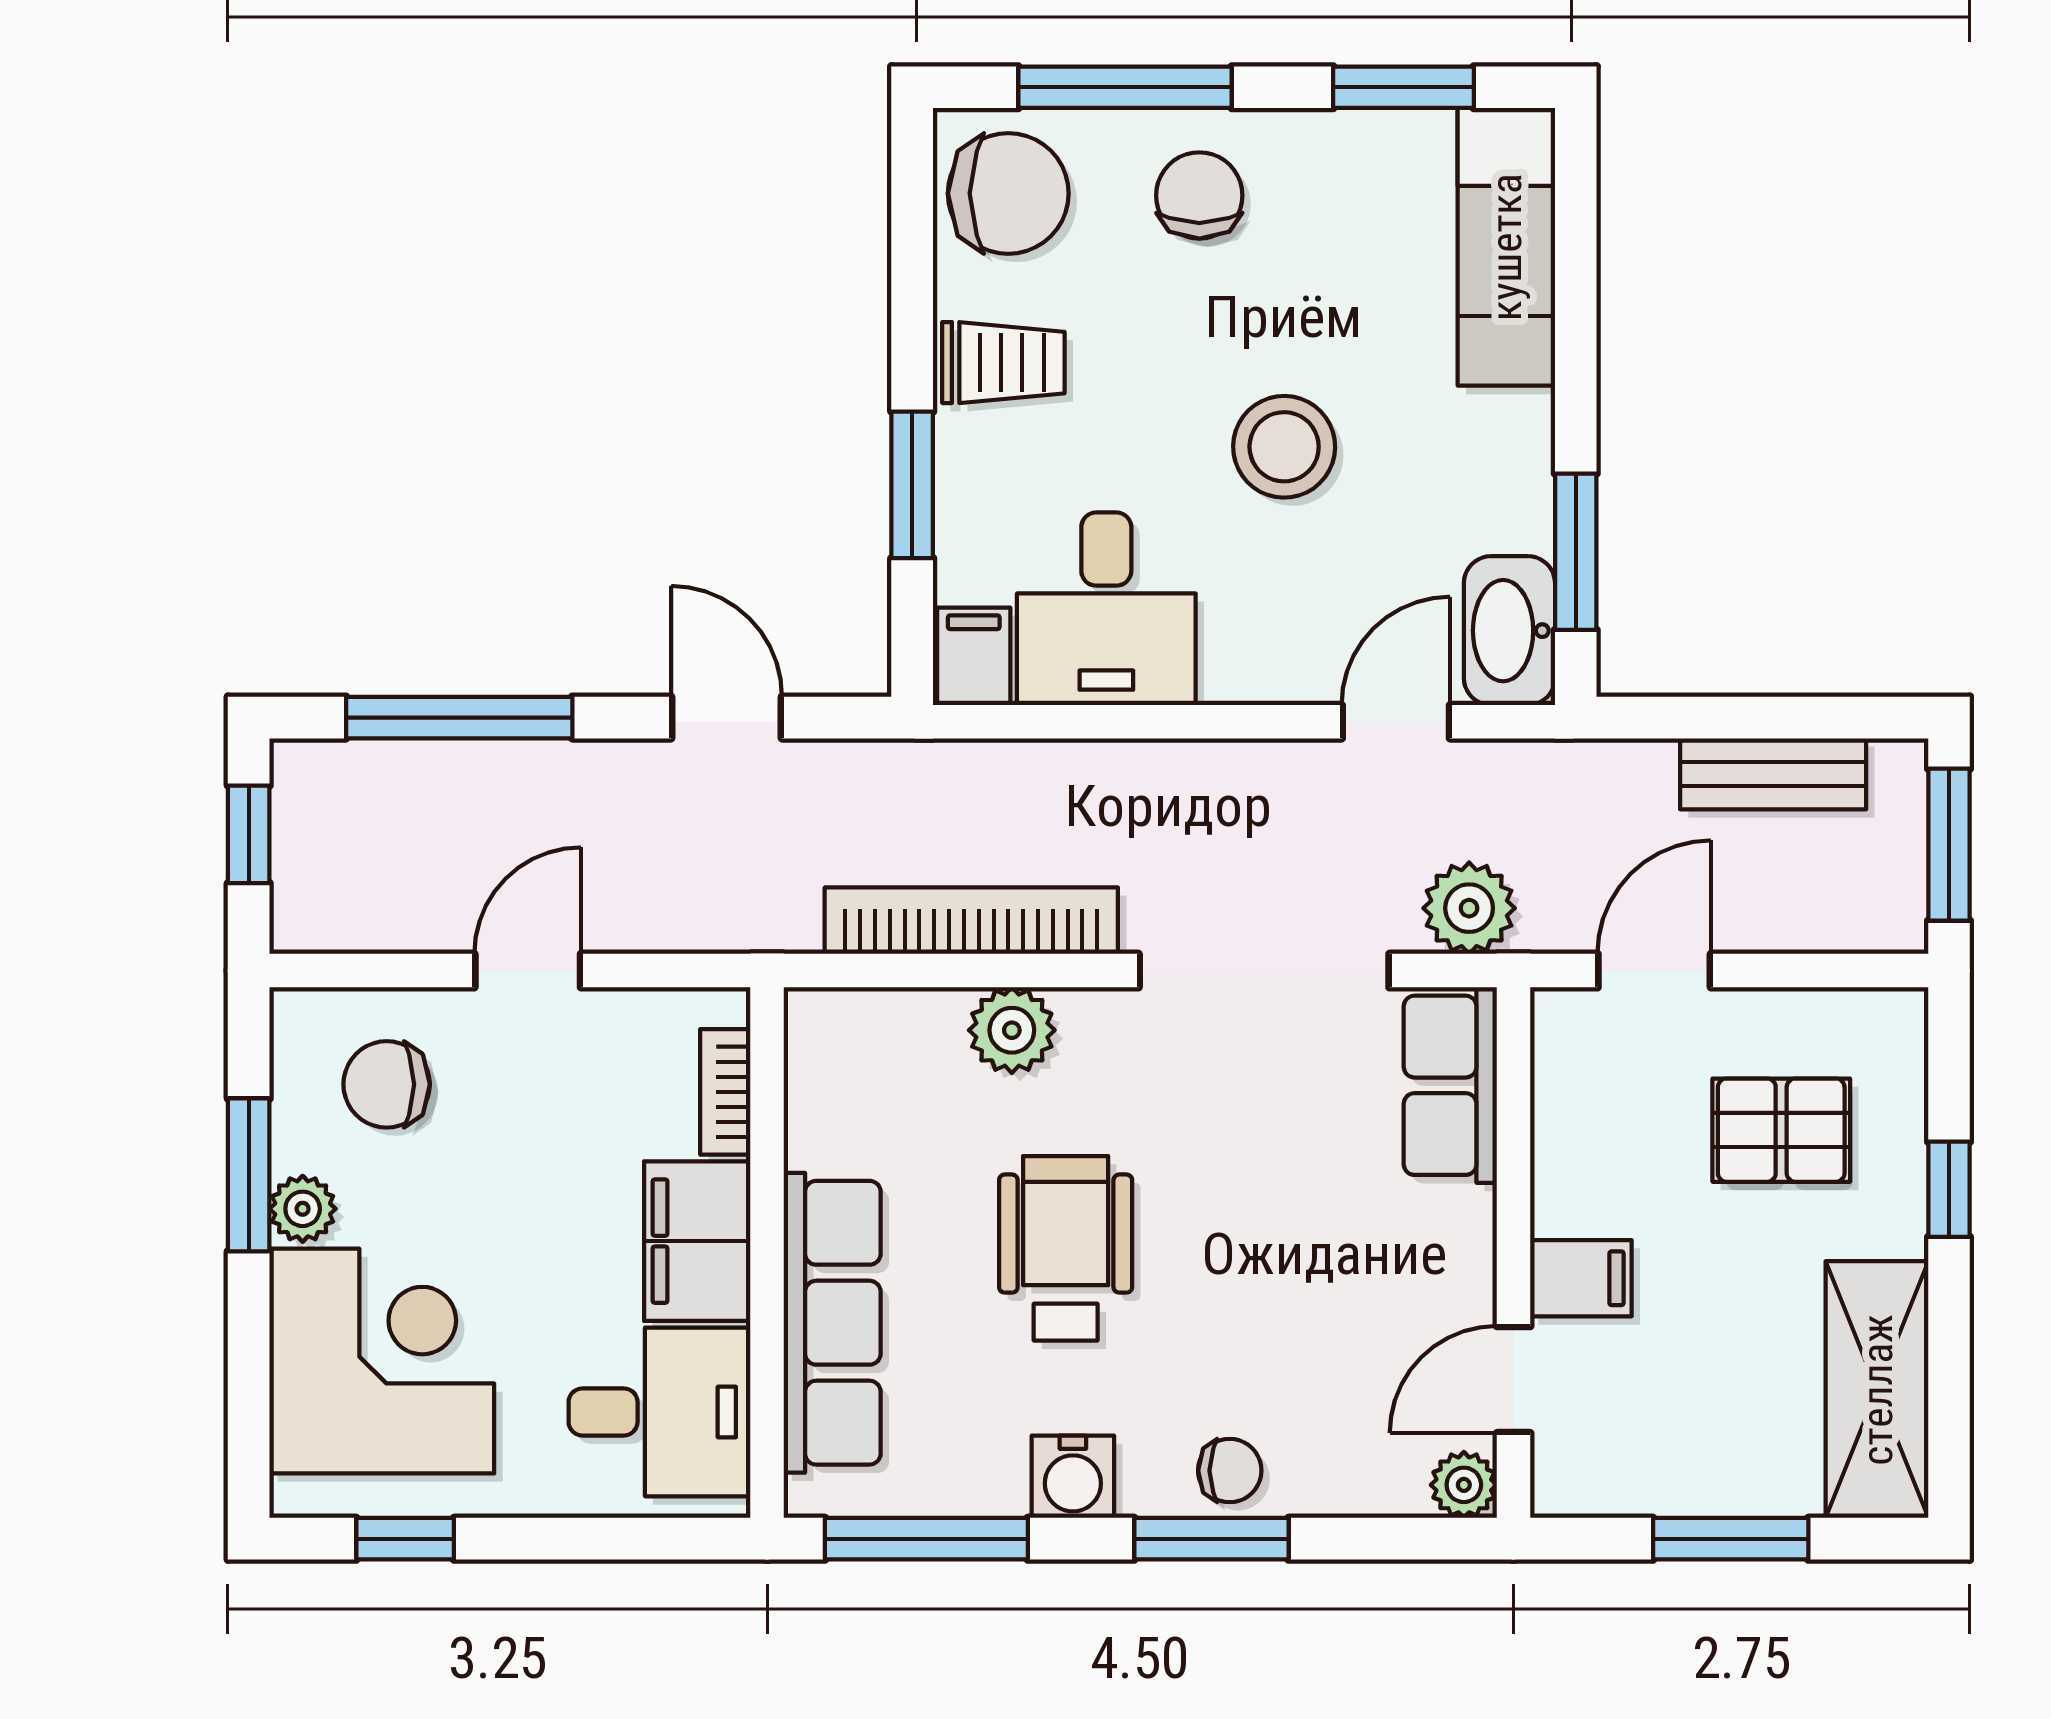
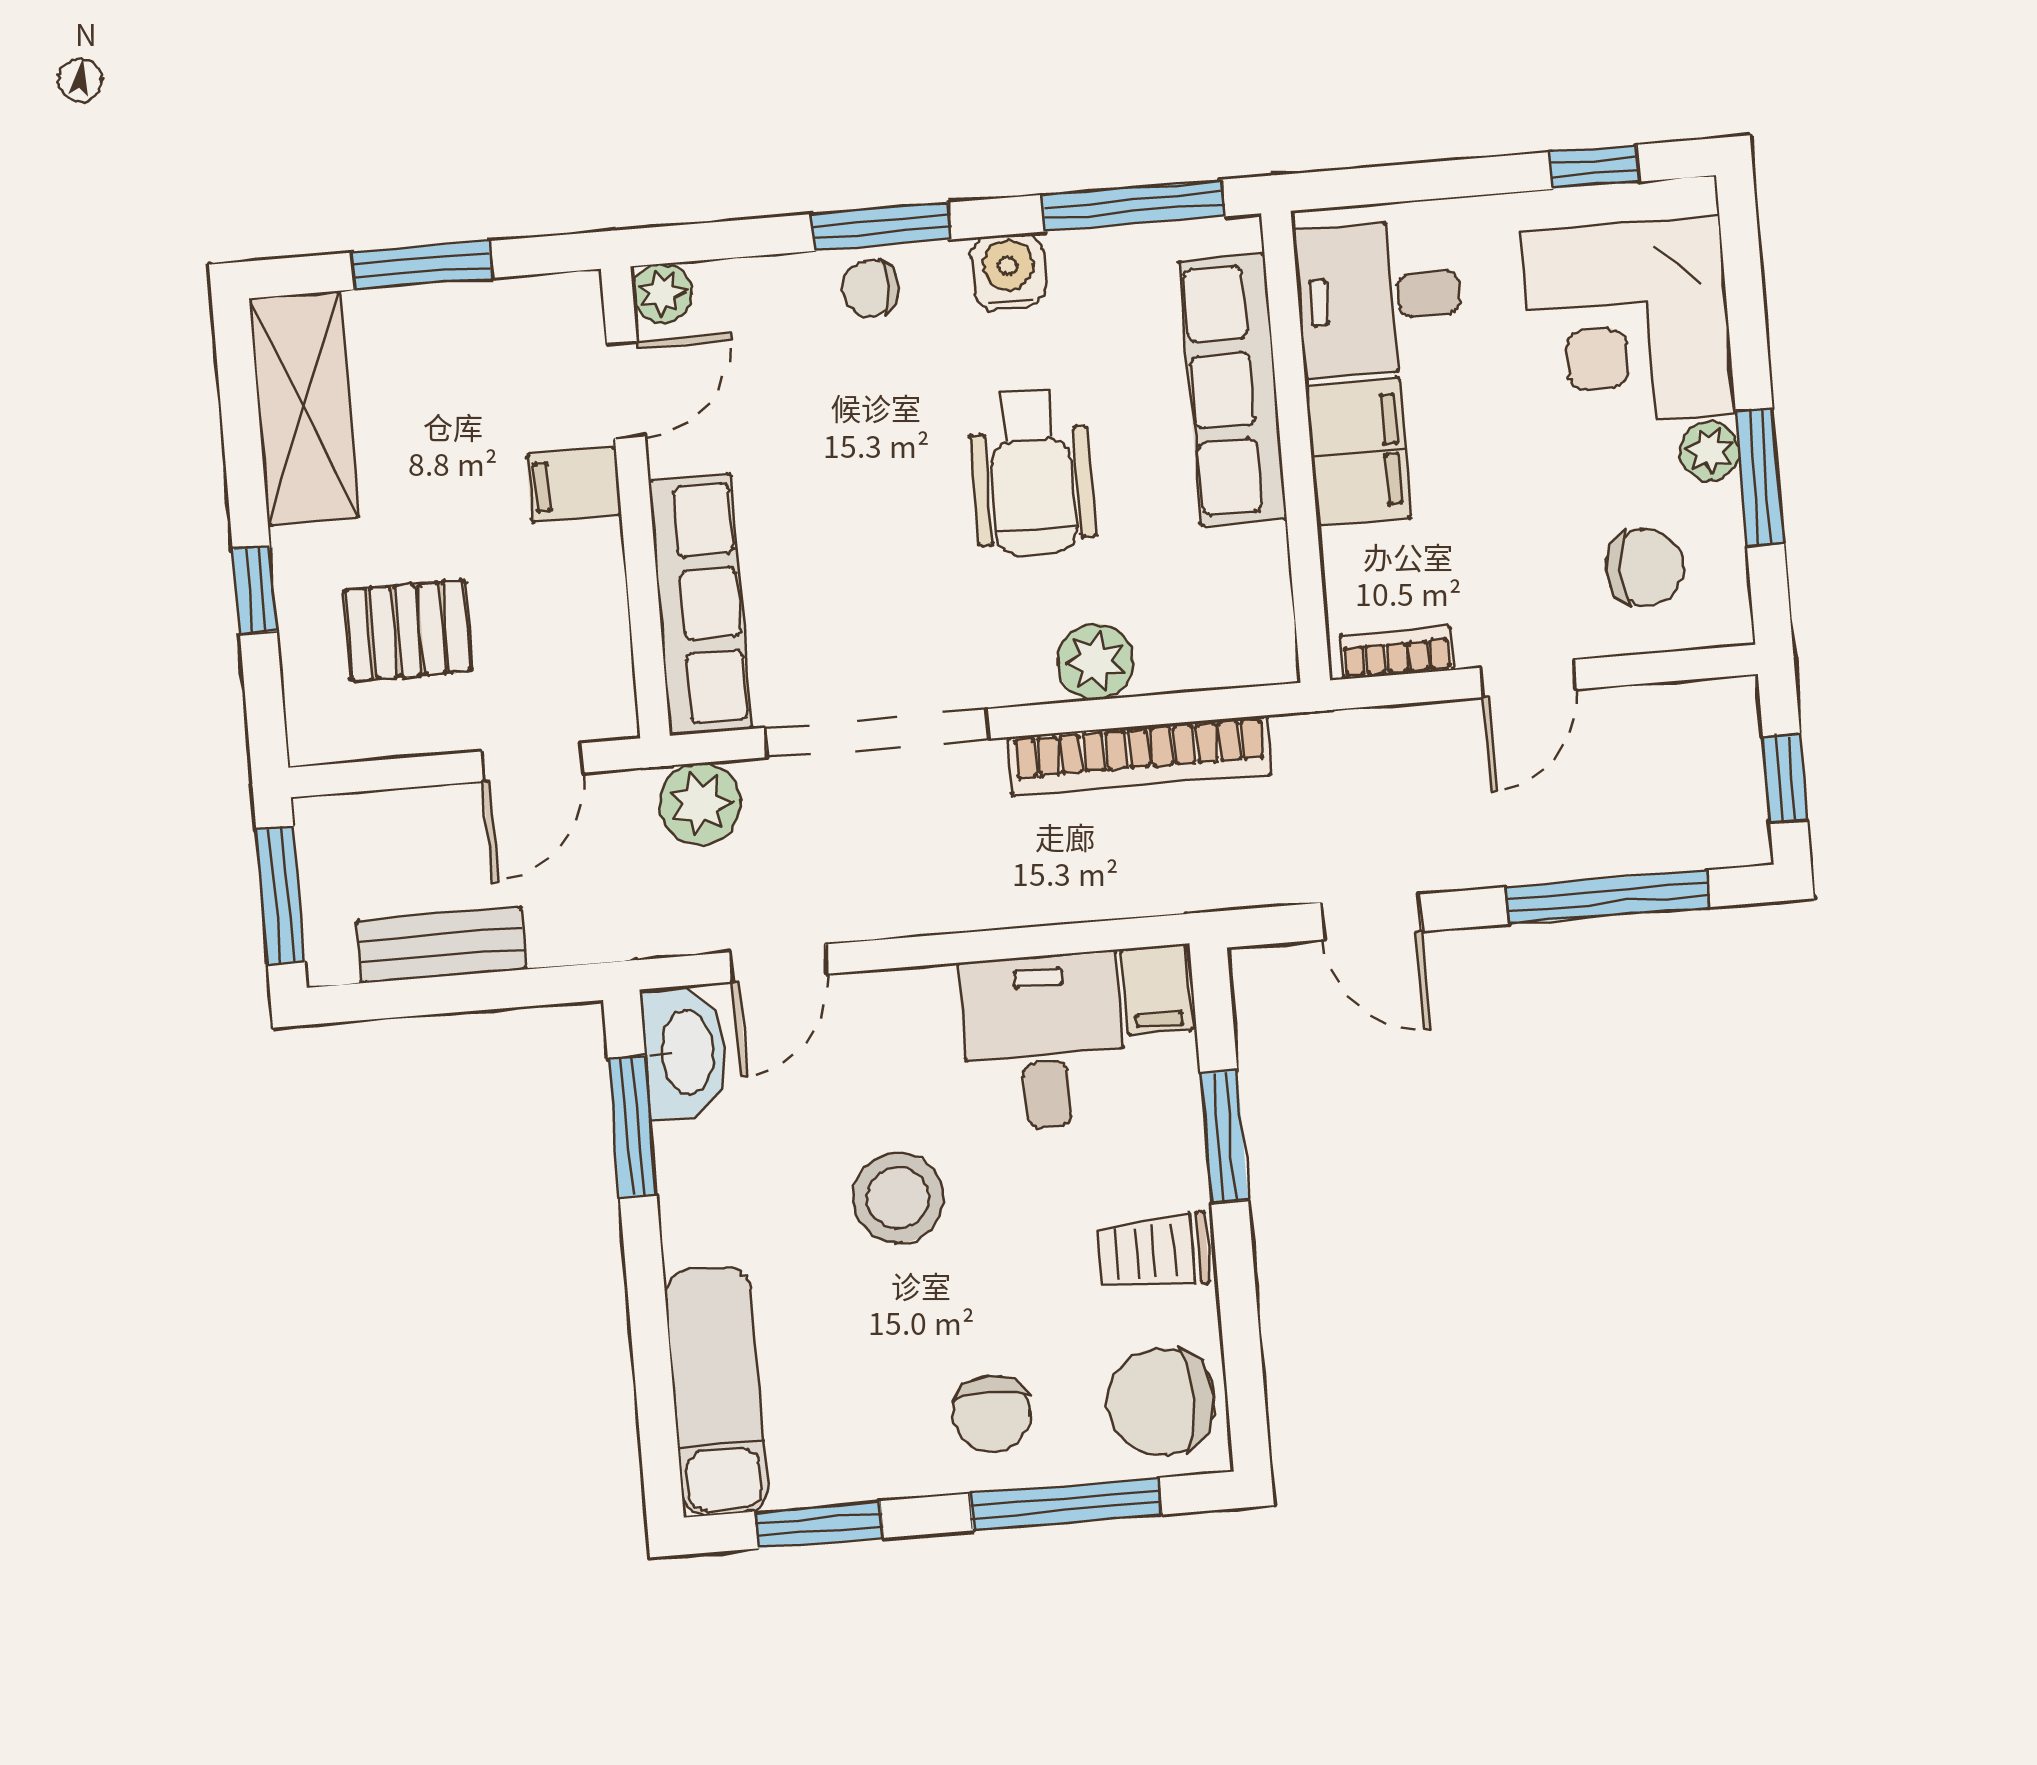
row of seats: (1450, 1085) -> (700, 604), width x1.48
bookcase: (725, 1092) -> (1397, 652), moved, turned -90

